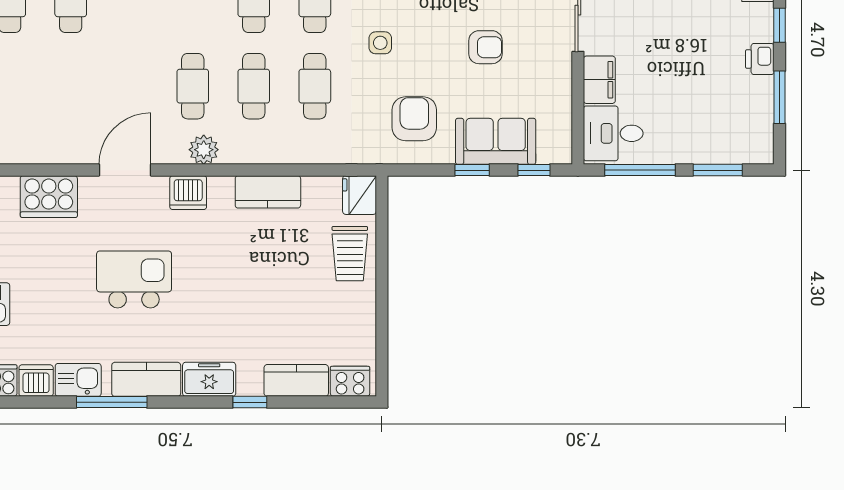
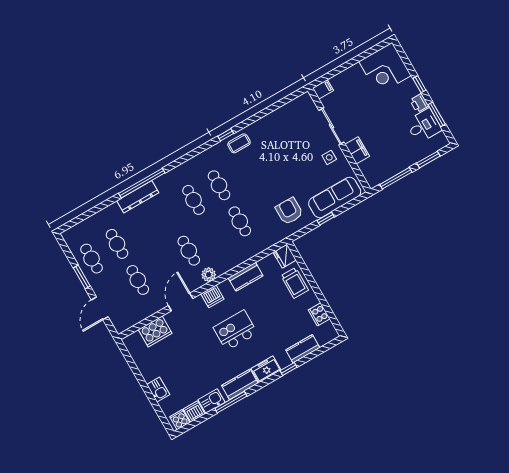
side table: (380, 43) -> (329, 157), moved
armchair: (485, 47) -> (302, 164), removed
cafe table: (254, 86) -> (138, 280), moved
desk: (613, 133) -> (424, 126), moved, turned 180
sofa: (496, 141) -> (335, 197), width x1.36
window: (534, 170) -> (352, 204), removed
kitchen island: (134, 279) -> (235, 330), moved
cooker: (350, 381) -> (319, 314), moved, turned -90

